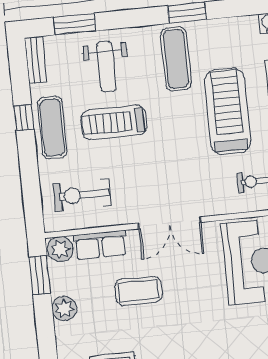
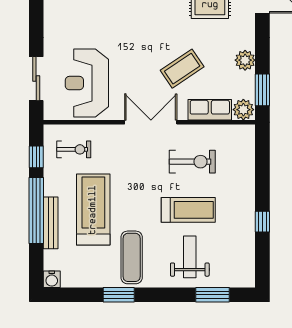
bench: (36, 60) -> (248, 268), removed
treadmill: (228, 111) -> (93, 210), turned 180
exercise mat: (52, 127) -> (240, 211), removed
exercise bike: (82, 195) -> (192, 162), moved
coffee table: (138, 291) -> (182, 69), turned -34

